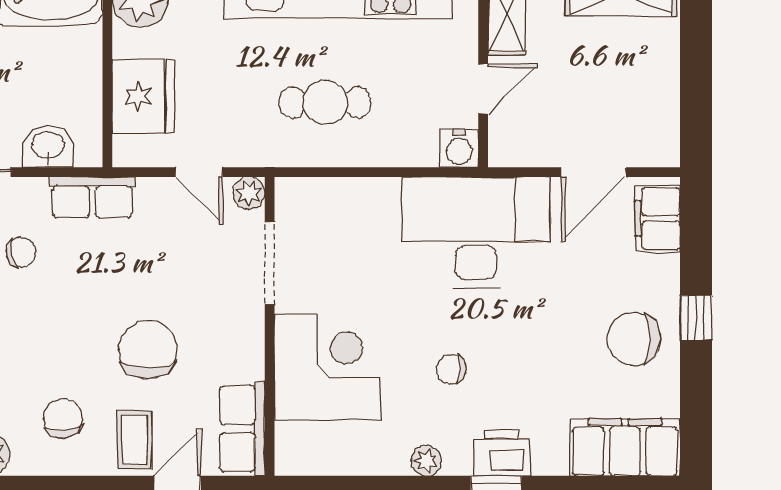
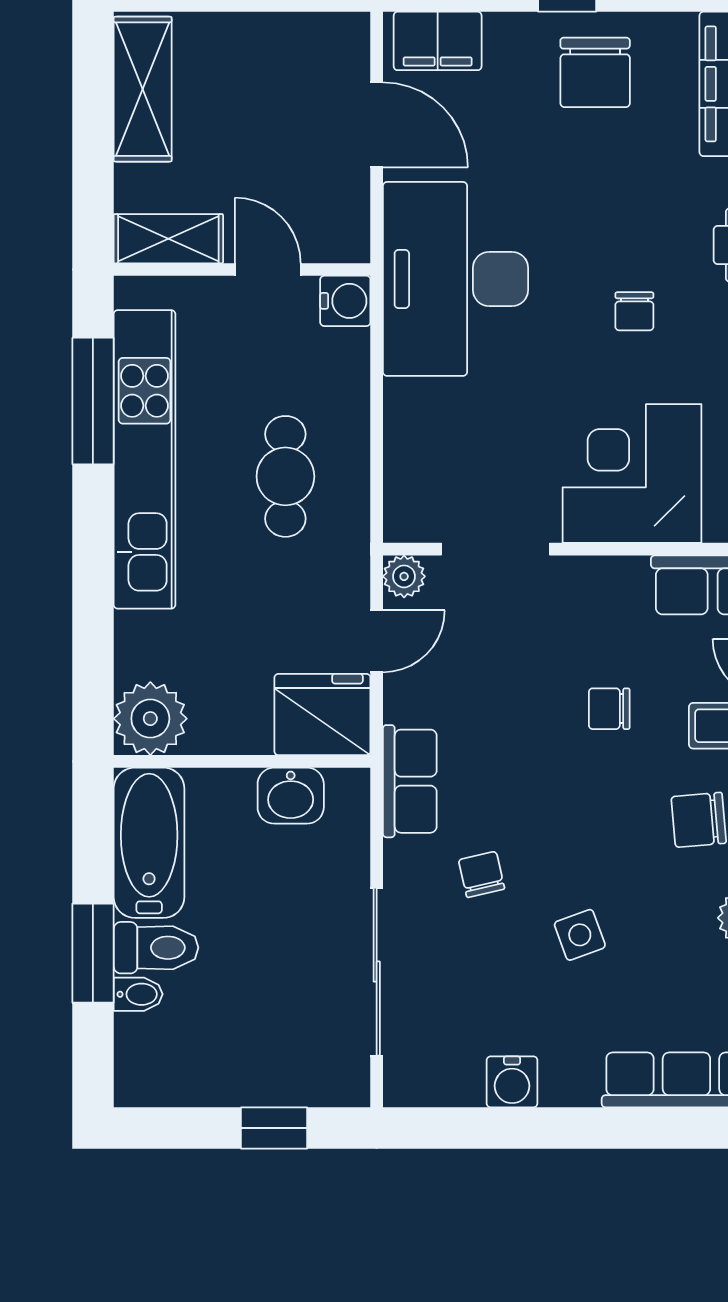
fridge: (143, 96) -> (322, 715), moved
washbasin: (48, 146) -> (291, 796), moved, turned -90
chair: (148, 350) -> (609, 709), width x0.54, depth x0.54

